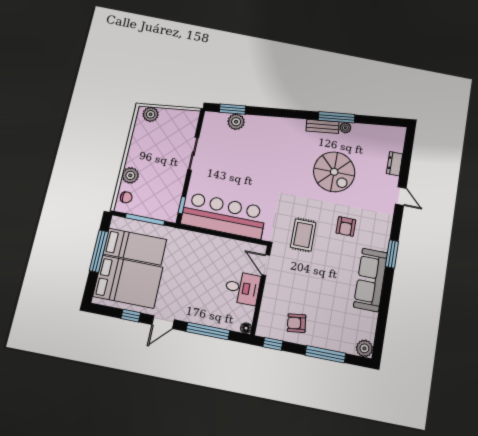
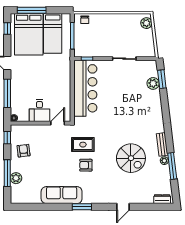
window: (337, 117) -> (172, 166), moved
dresser: (395, 164) -> (162, 199), moved
spiral stairs: (334, 172) -> (131, 158), turned -90
plant: (130, 175) -> (100, 19), removed
armchair: (346, 226) -> (86, 165), moved
window: (99, 251) -> (32, 10), moved
window: (131, 316) -> (7, 29), moved
plant: (364, 348) -> (16, 178), moved

